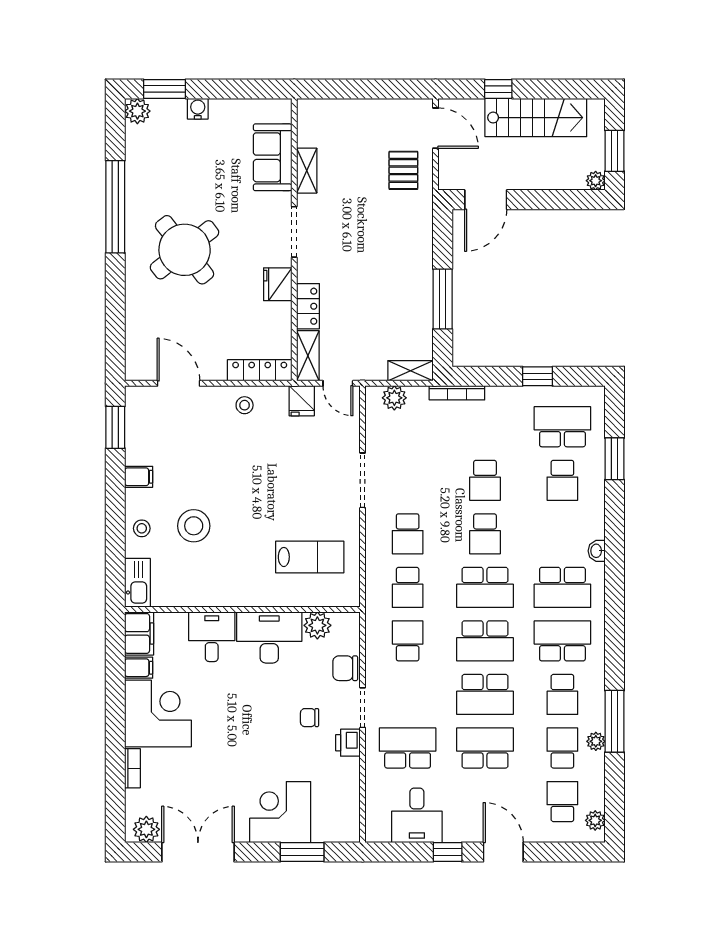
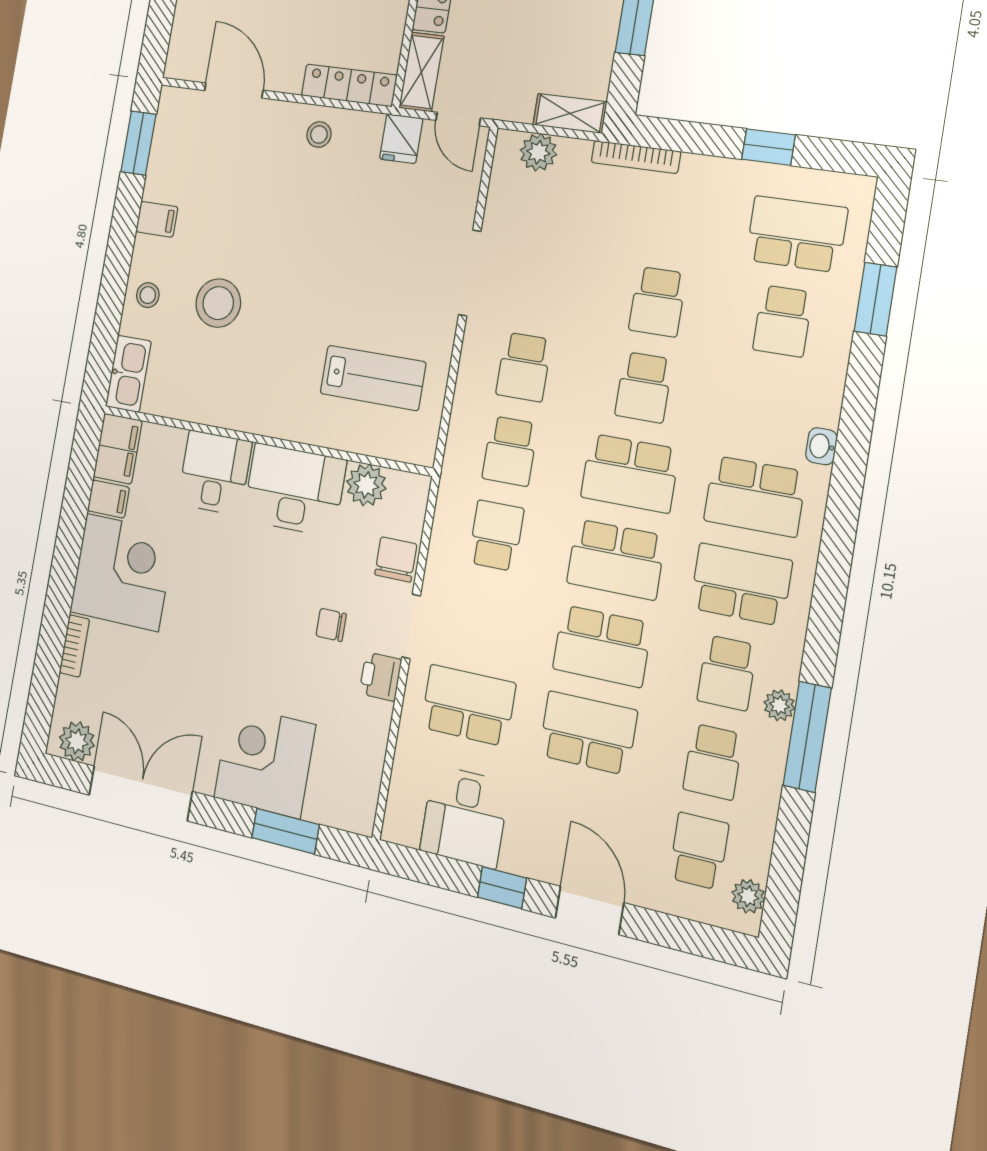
chair: (345, 668) -> (396, 559), turned 90
plant: (596, 741) -> (779, 705), moved
school desk: (562, 748) -> (713, 762), turned 180

